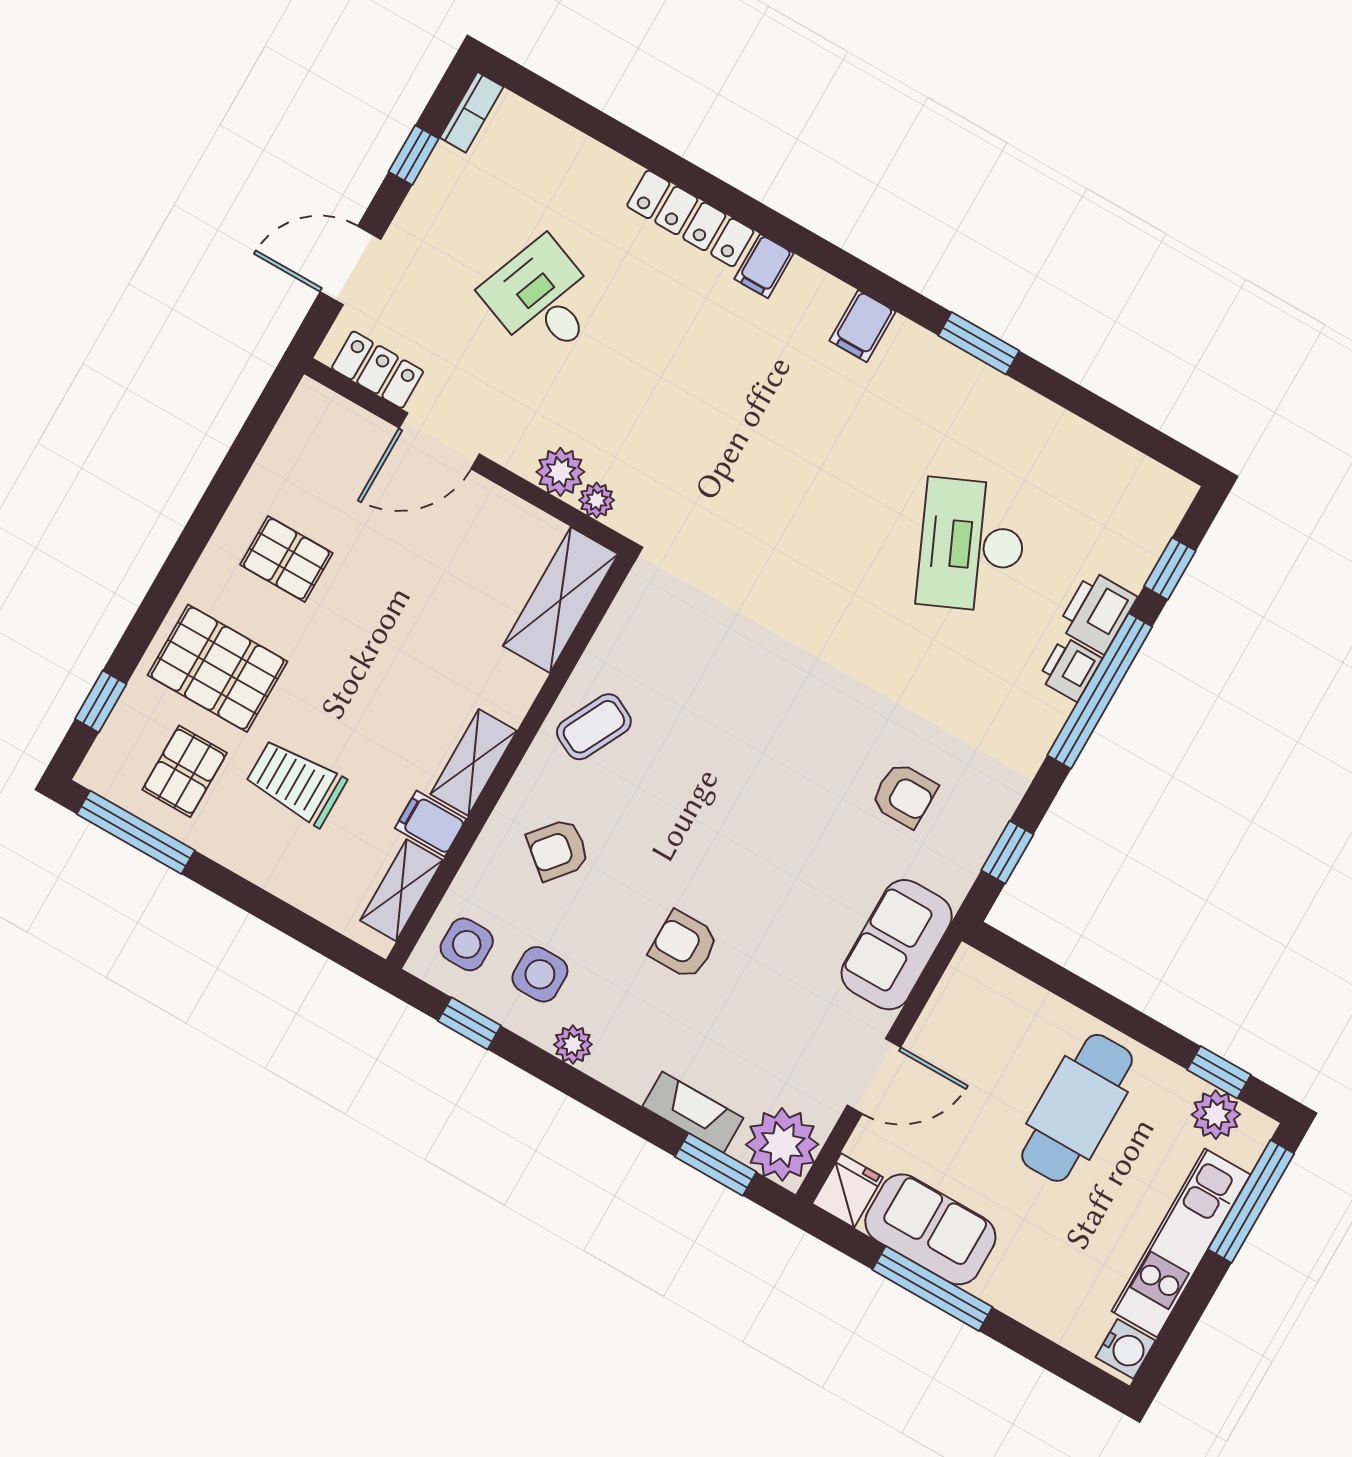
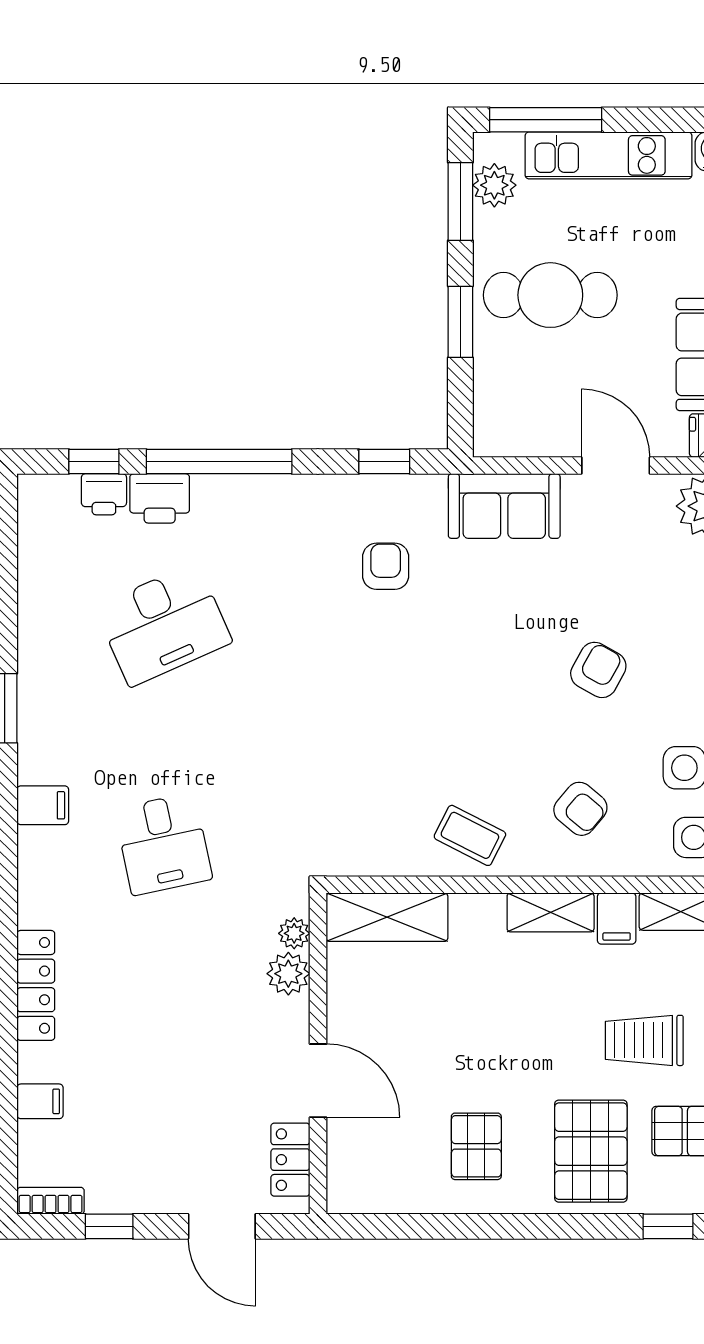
filing cabinet: (764, 266) -> (40, 1101), moved
desk: (543, 299) -> (163, 844), moved, turned -33
printer: (1070, 669) -> (104, 494), moved
trolley: (296, 782) -> (644, 1040), turned 90
armchair: (684, 945) -> (598, 670), turned -151
window: (1101, 1005) -> (460, 322), added
window: (1219, 1072) -> (460, 201), width x1.50

